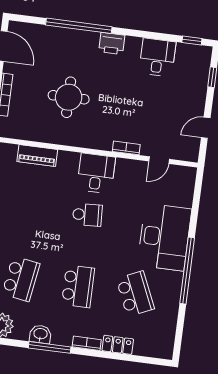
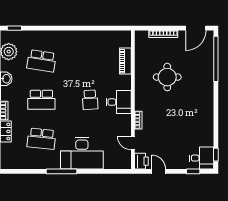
window: (79, 26) -> (216, 59), moved
printer: (112, 43) -> (141, 161), moved, turned 180
desk: (157, 57) -> (202, 158), moved
window: (187, 271) -> (61, 171), width x0.68
school desk: (135, 294) -> (41, 139), turned 30

